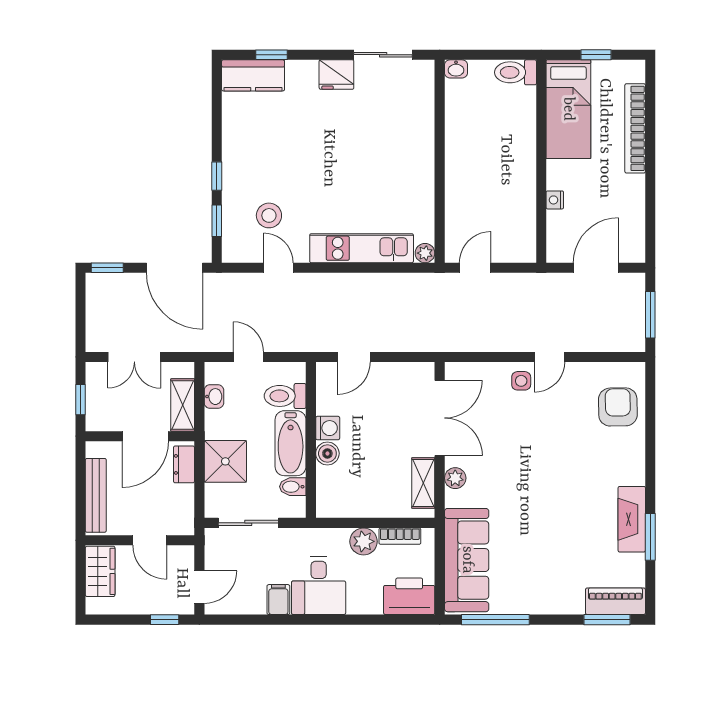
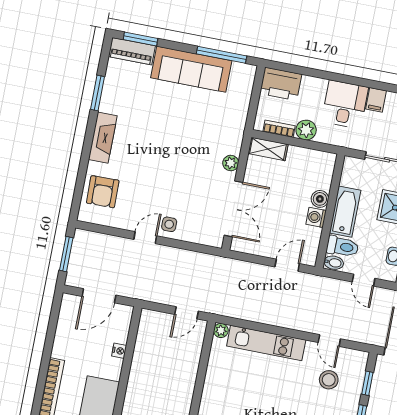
double door: (440, 418) -> (233, 209), swing flipped
shelving: (423, 483) -> (268, 149), moved, turned 90
bidet: (293, 487) -> (334, 263), moved
fireplace: (632, 519) -> (103, 138), moved
sofa: (467, 560) -> (191, 69), moved, turned -90

